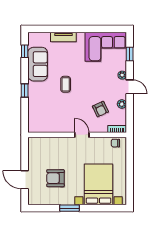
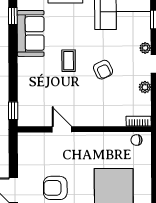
window: (25, 91) -> (13, 111), moved
armchair: (100, 109) -> (103, 70), moved
door: (82, 135) -> (62, 129), moved

